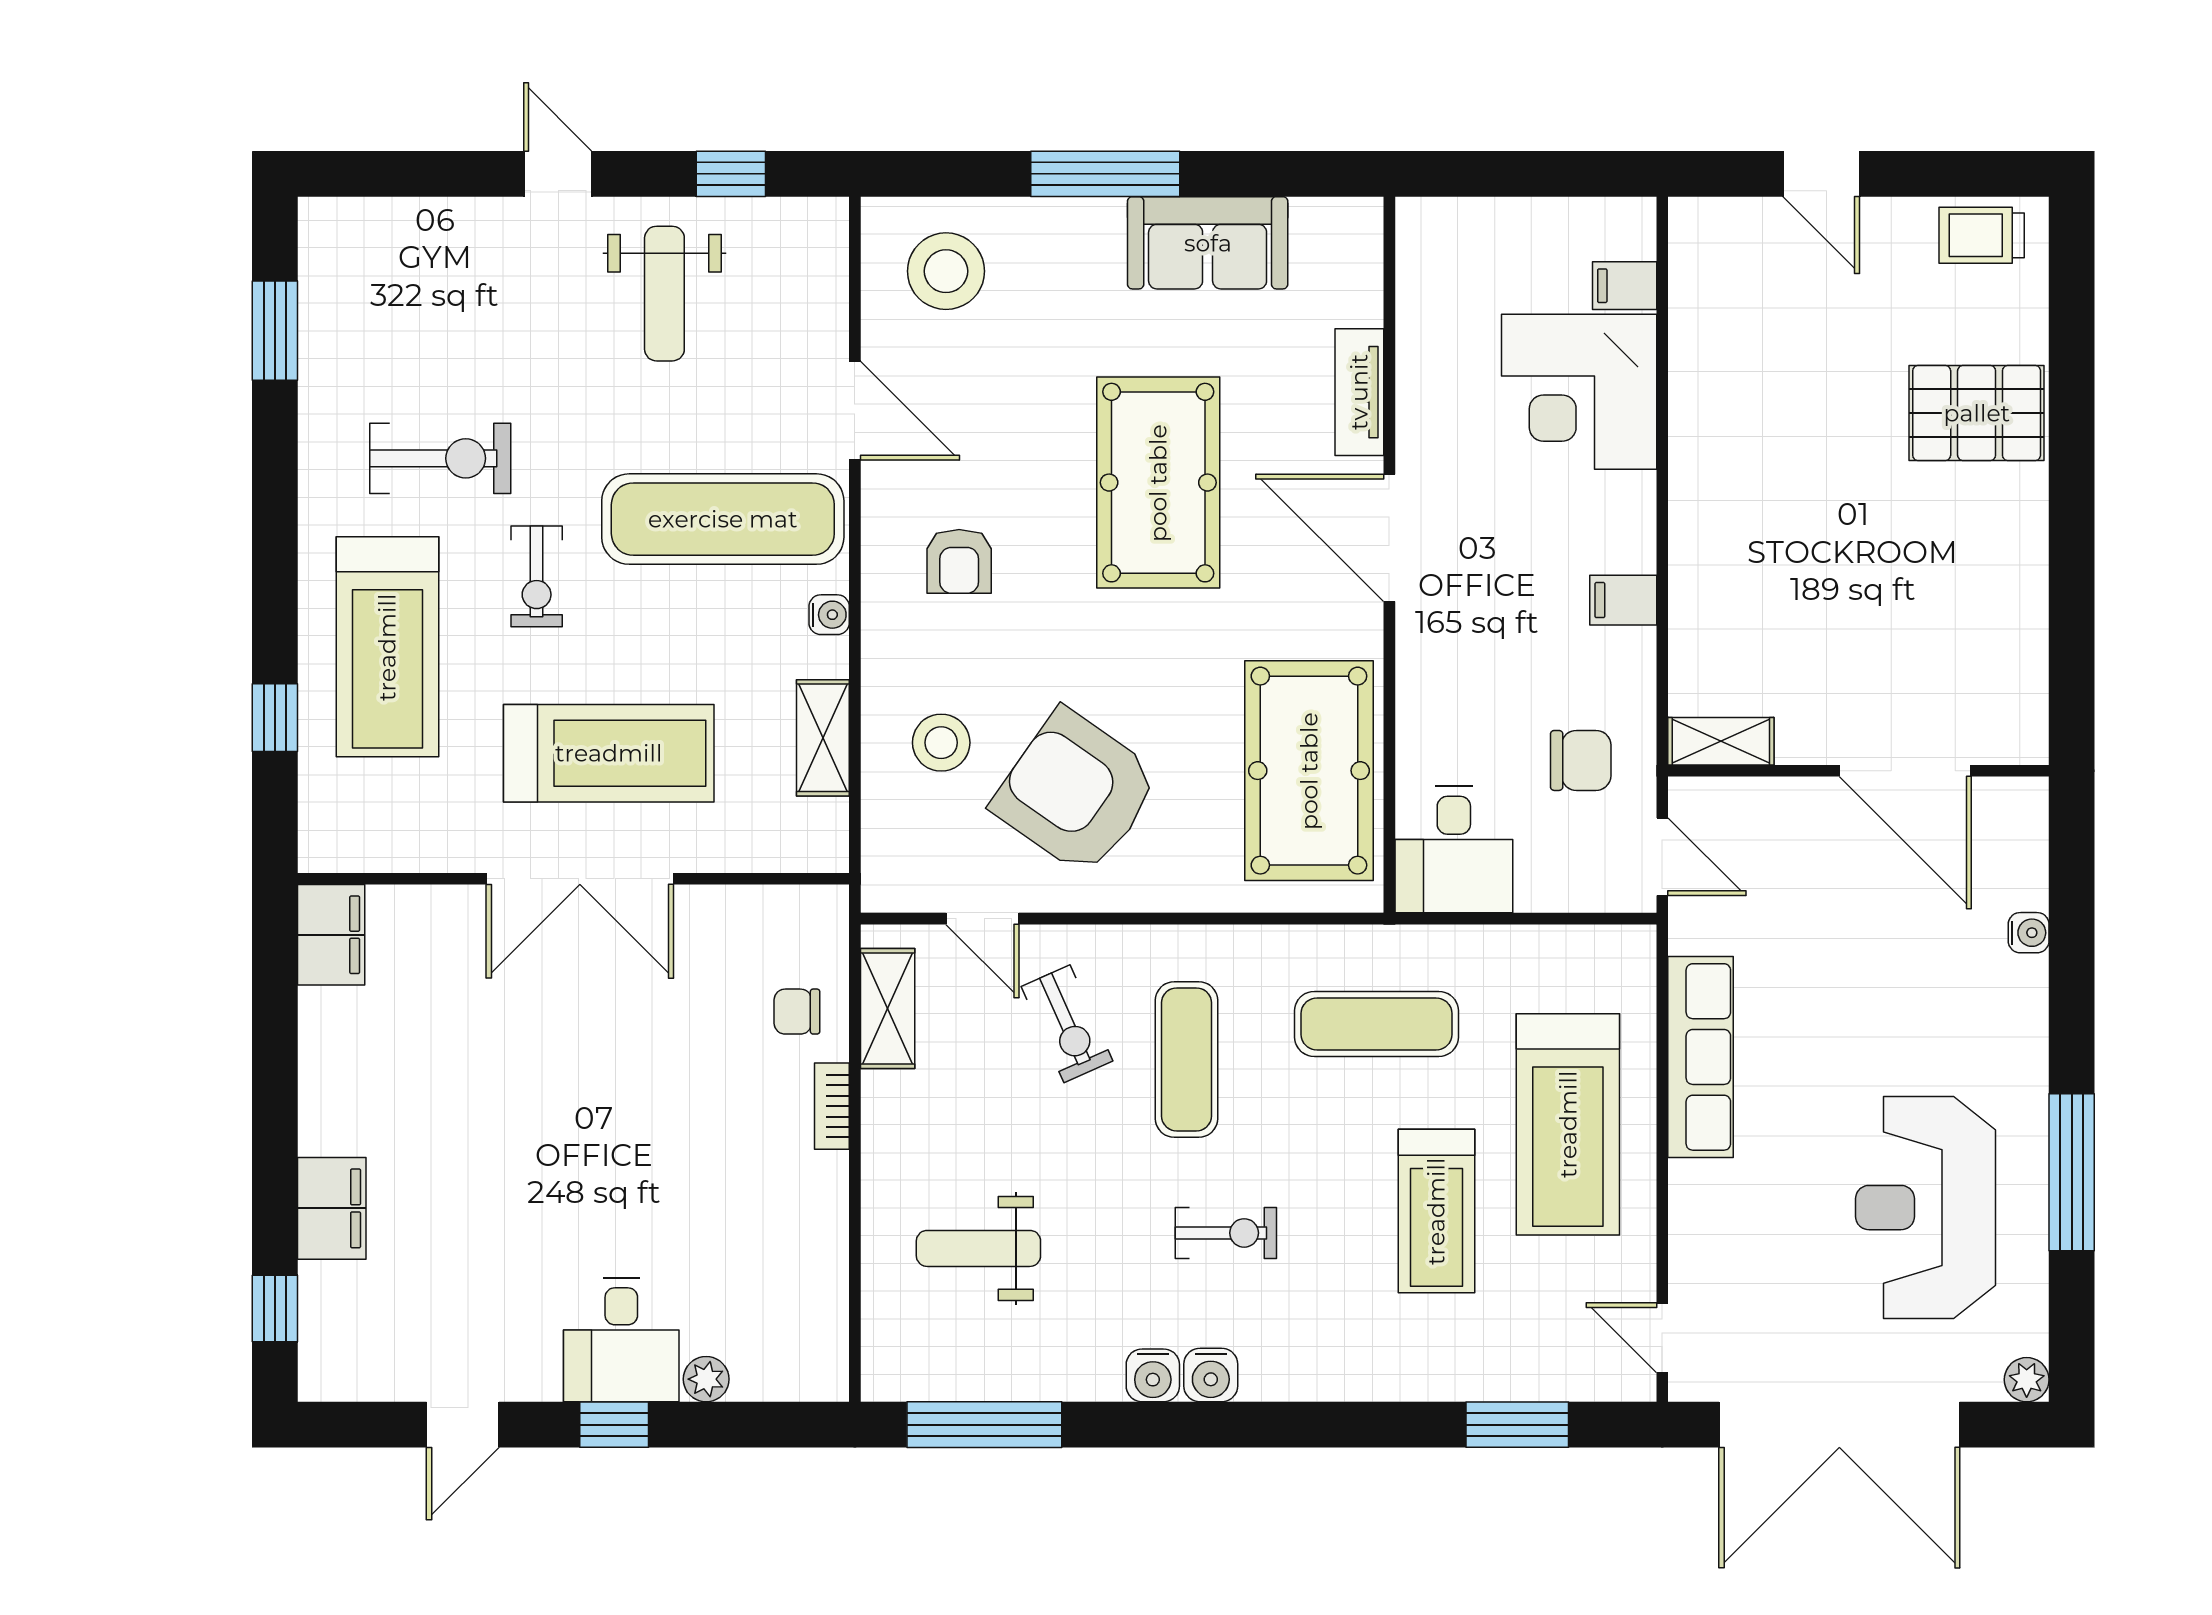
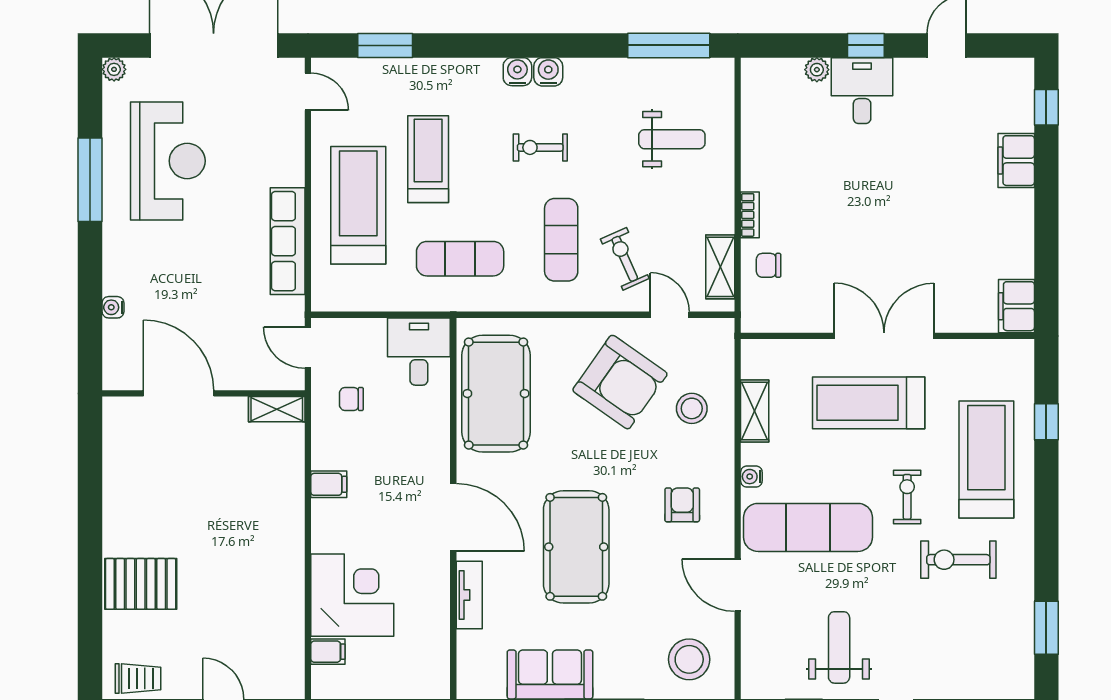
chair: (1581, 760) -> (351, 399), width x0.73, depth x0.73
chair: (797, 1012) -> (769, 265), turned 180
water cooler: (1153, 1375) -> (517, 72), moved

